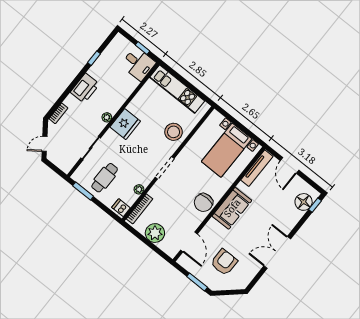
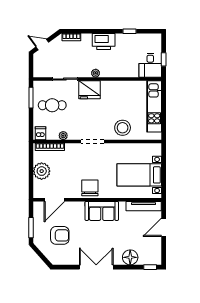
fridge: (125, 124) -> (89, 90), moved
floor lamp: (304, 202) -> (130, 257), moved
chair: (203, 203) -> (90, 188), turned 90

